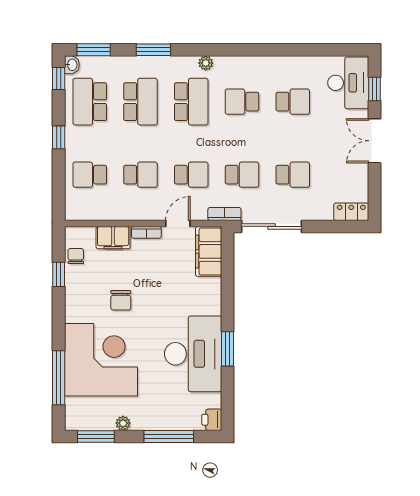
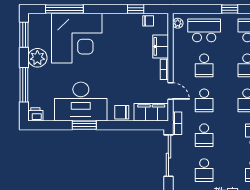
school desk: (90, 175) -> (204, 30), width x1.85
plant: (79, 213) -> (178, 23), added
chair: (121, 300) -> (122, 112), moved
plant: (123, 423) -> (37, 58), width x1.87, depth x1.87

